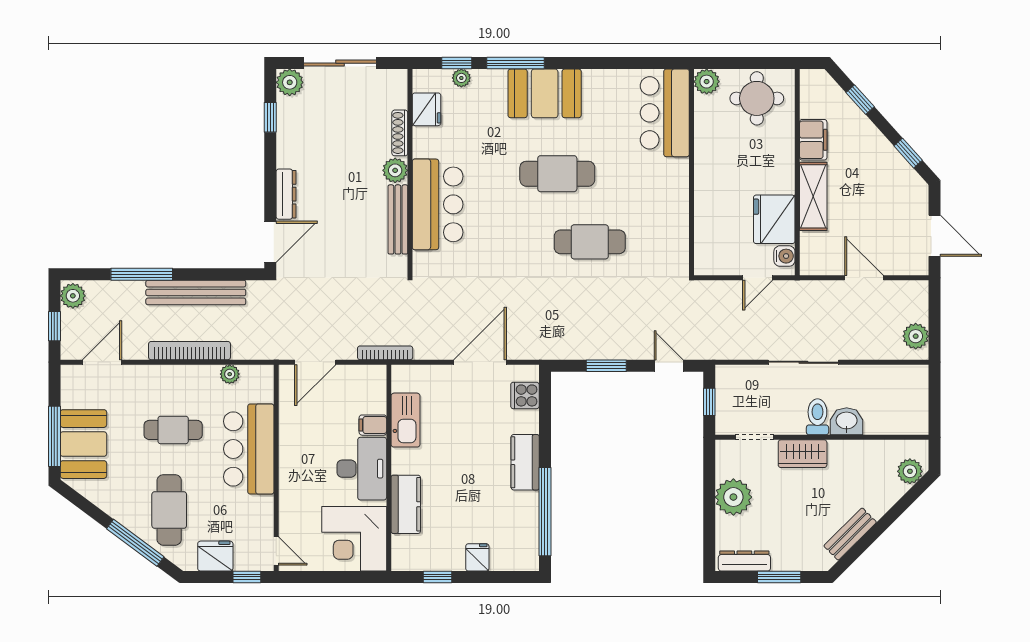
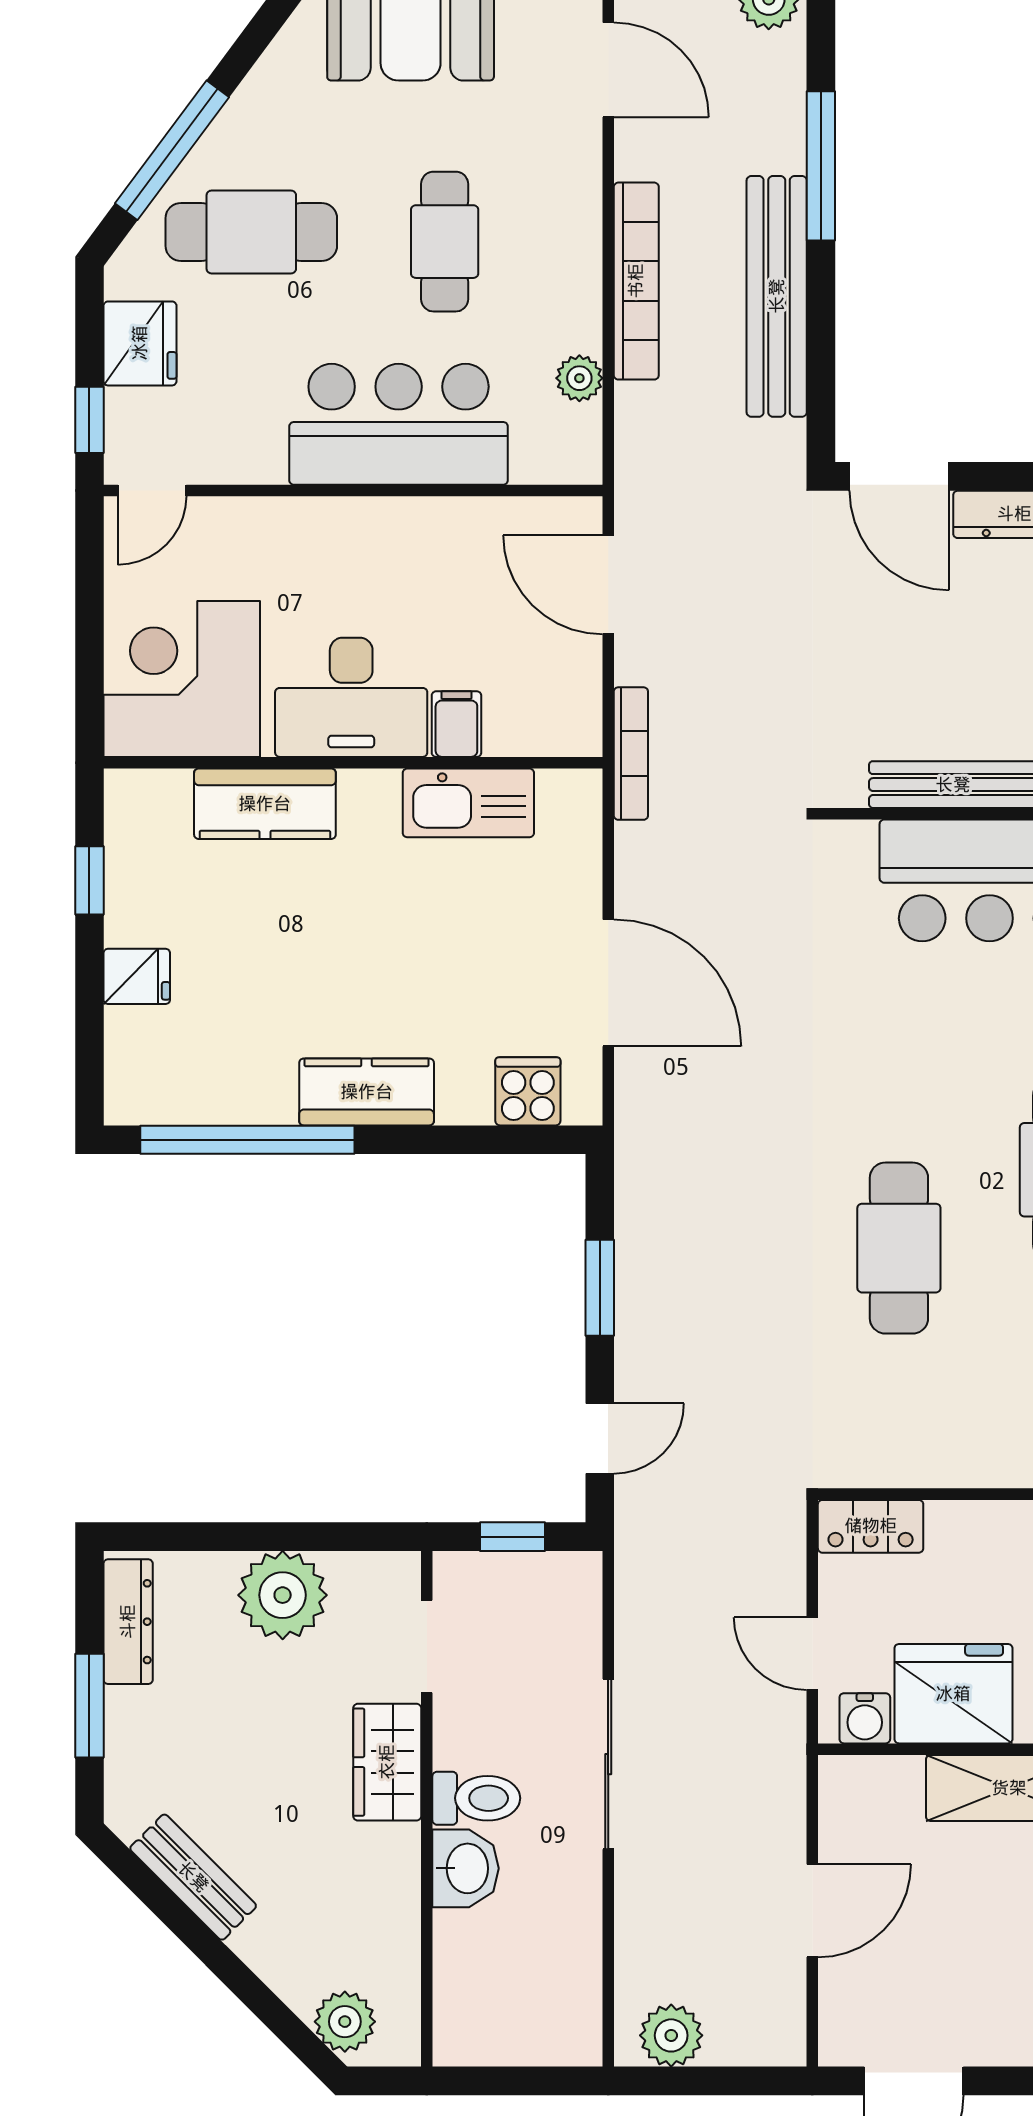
locker: (705, 254) -> (871, 1526), added

